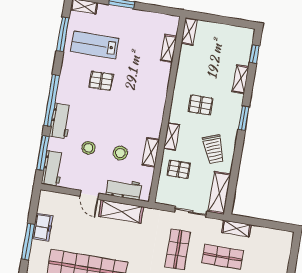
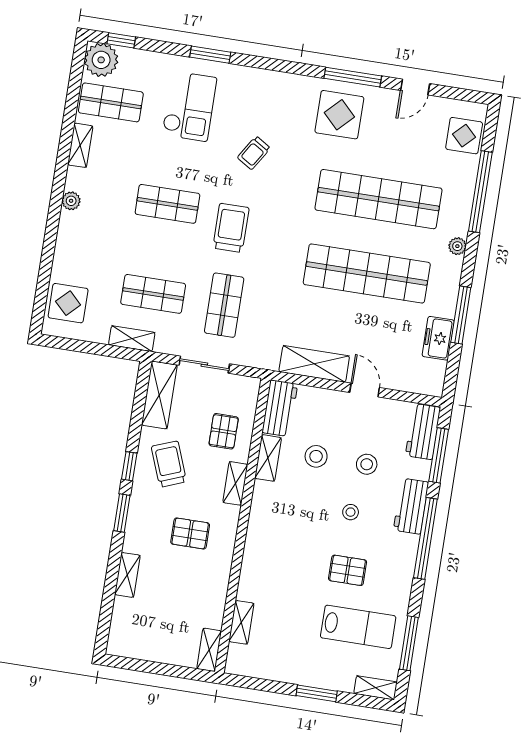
window: (254, 54) -> (129, 466), moved
stool: (99, 118) -> (351, 512), added
pallet: (179, 169) -> (224, 431), turned 90
workbench: (124, 189) -> (280, 408), moved, turned -90
display table: (276, 251) -> (68, 303), added

